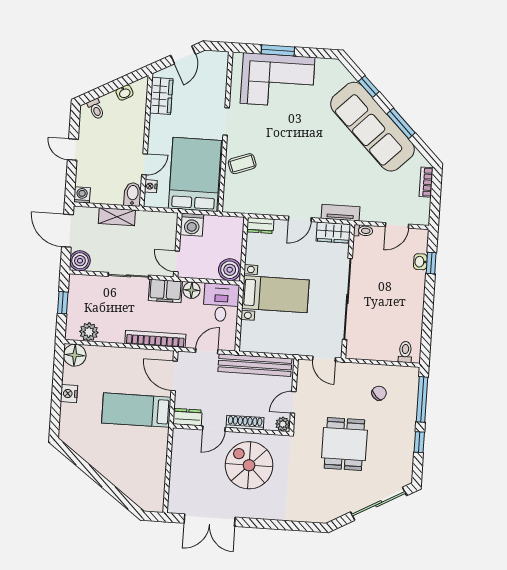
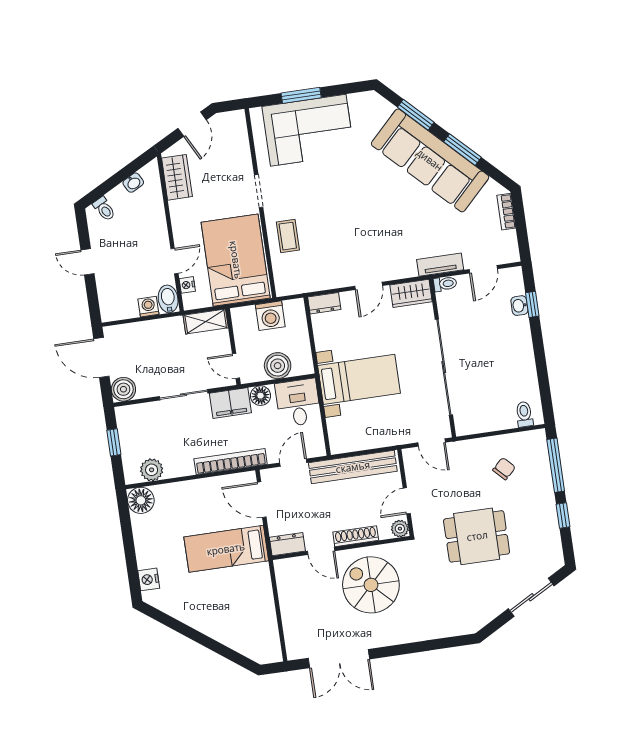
window: (369, 87) -> (416, 115), width x1.50
coffee table: (242, 164) -> (288, 236), turned -70
washing machine: (82, 195) -> (148, 307), moved
tv unit: (340, 213) -> (440, 265), moved
shelving: (117, 217) -> (206, 322), moved
washing machine: (192, 225) -> (270, 316), moved
boiler: (230, 270) -> (278, 366), moved
nightstand: (69, 394) -> (149, 579), moved
door: (214, 429) -> (321, 551), hinge flipped
dining table: (344, 444) -> (477, 536), turned 90
sliding door: (379, 504) -> (531, 597), width x0.73

